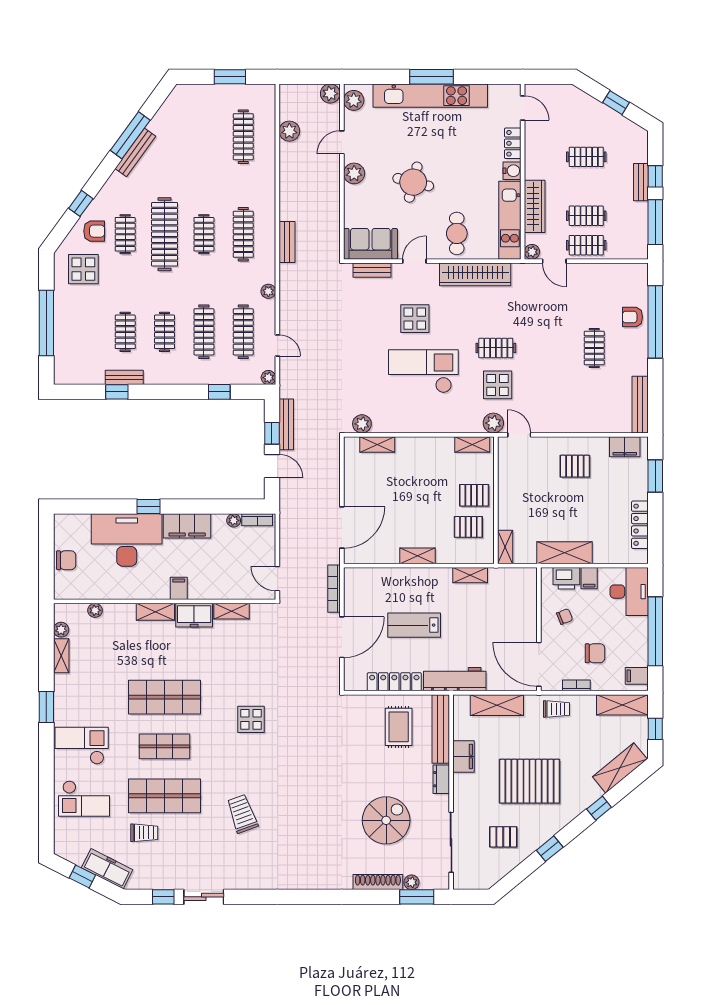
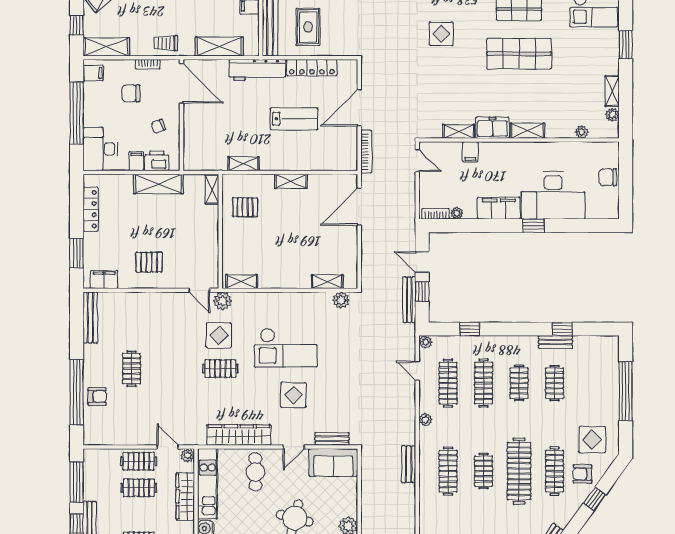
clothes rail: (125, 234) -> (555, 471), width x1.36
pallet: (474, 495) -> (240, 236), removed
filing cabinet: (179, 588) -> (470, 152), moved

